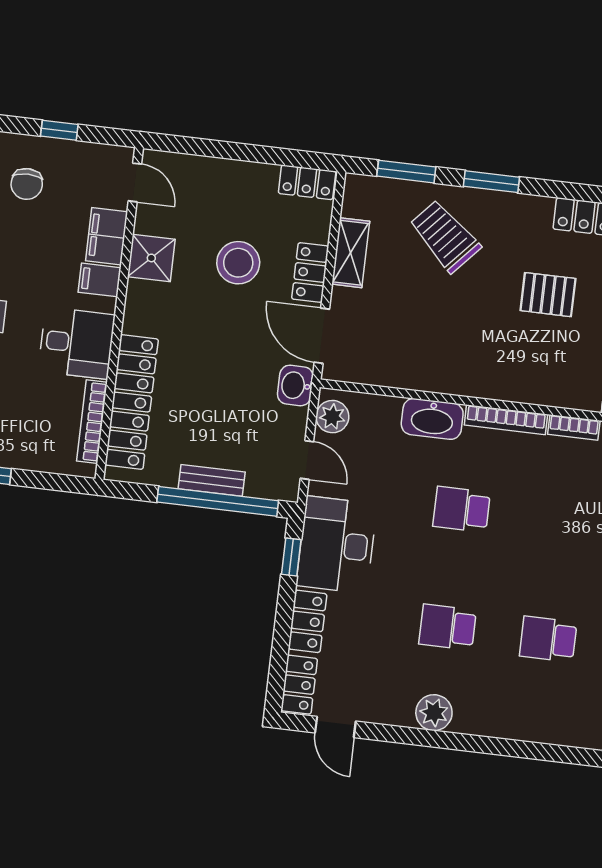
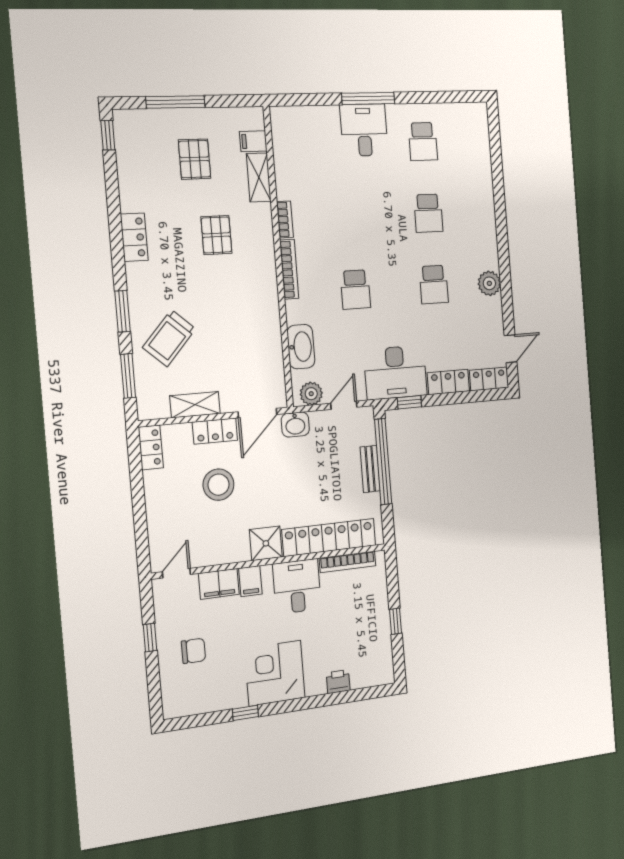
shower: (151, 258) -> (266, 543), moved
pallet: (548, 295) -> (216, 235), moved
washbasin: (432, 419) -> (301, 347), moved

